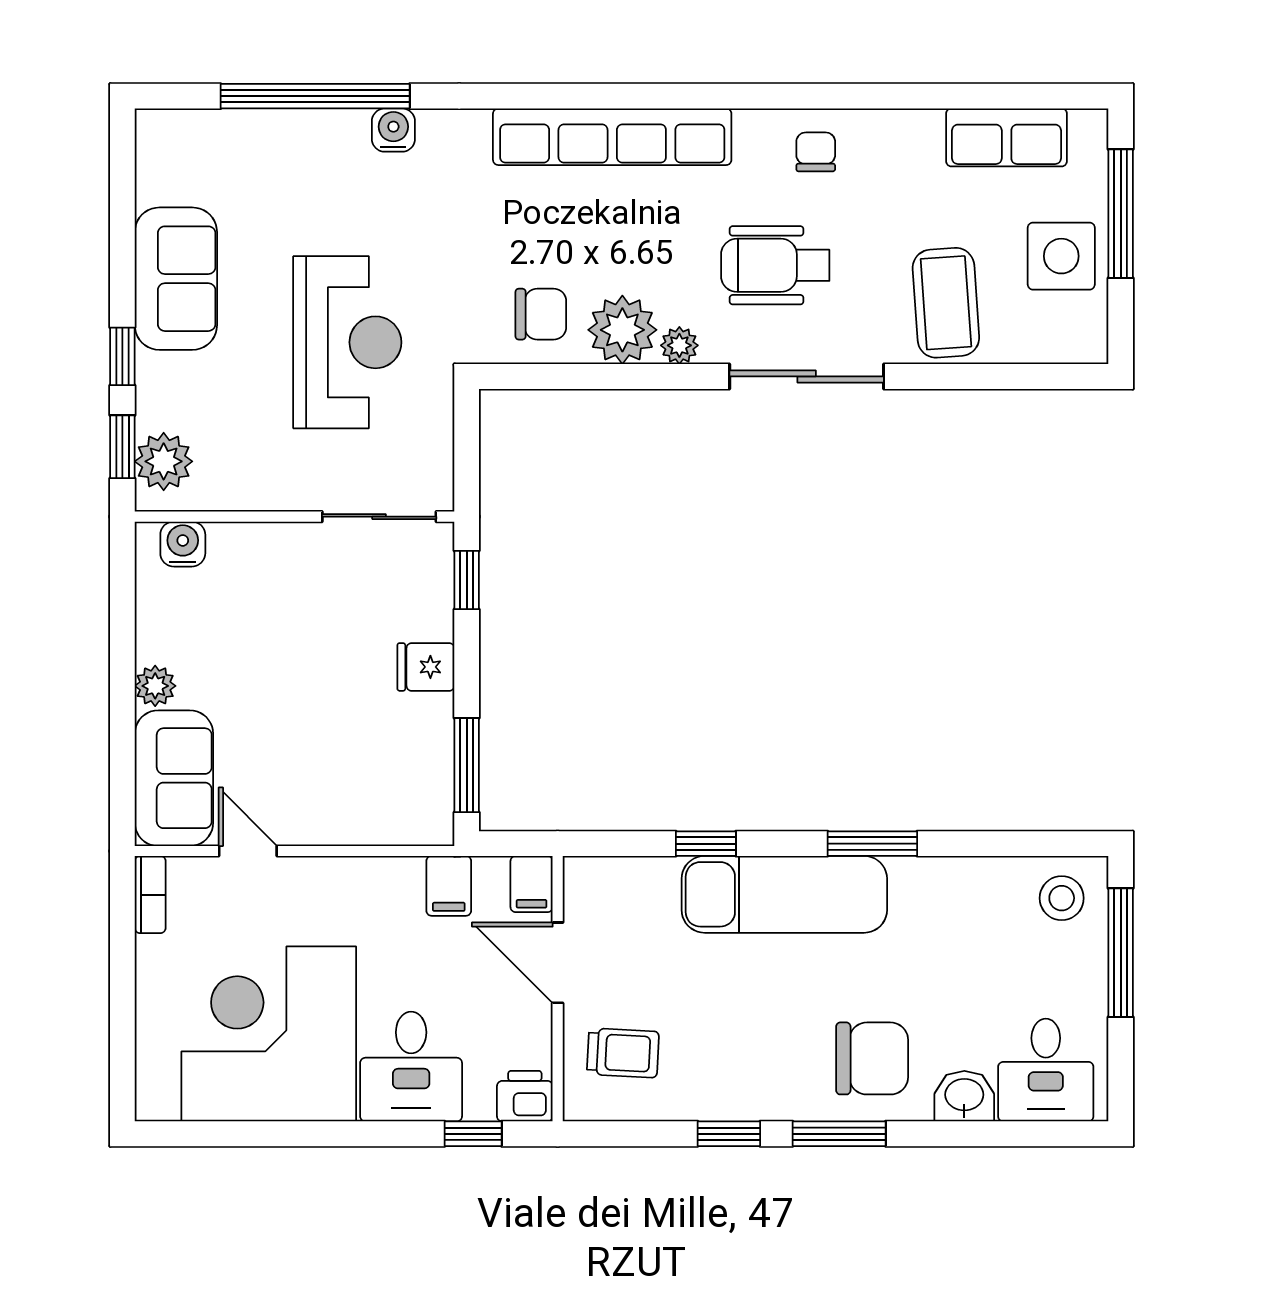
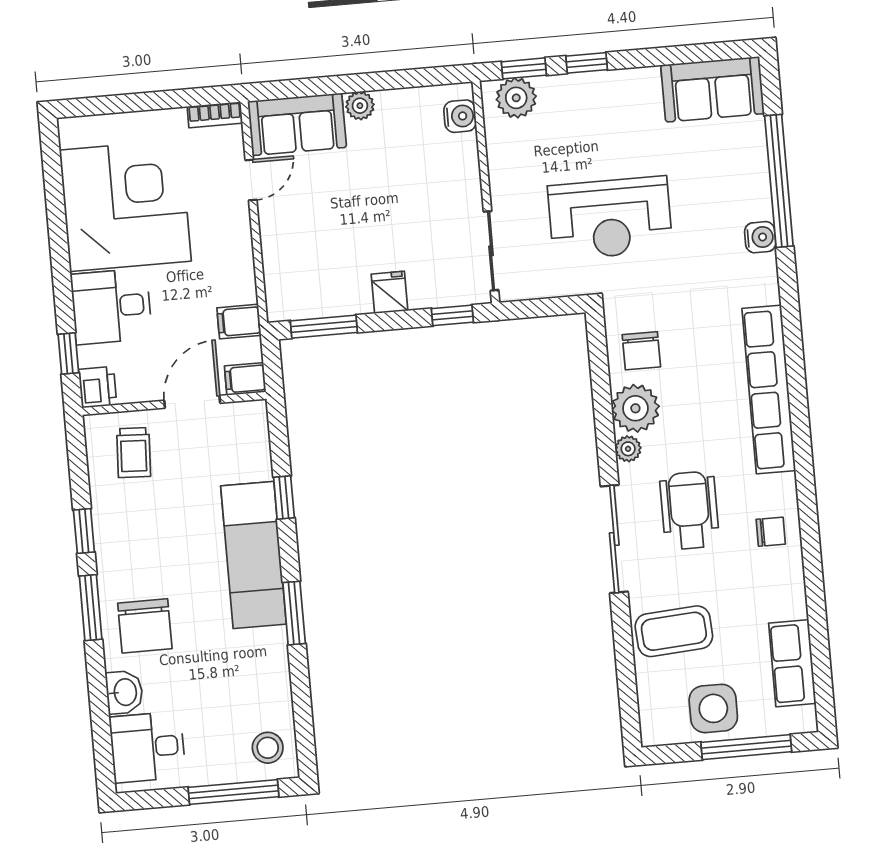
sofa: (176, 279) -> (713, 89), moved

